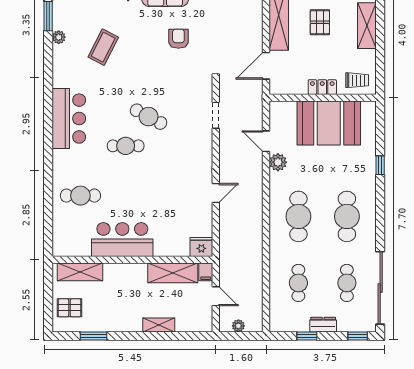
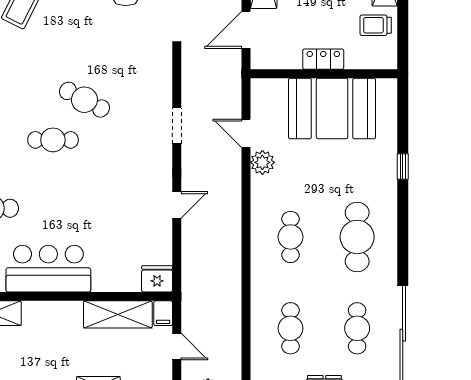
trolley: (357, 80) -> (376, 25), moved, turned 180
doorway: (216, 115) -> (177, 126), moved
cafe table: (298, 216) -> (290, 237), width x0.73, depth x0.74

